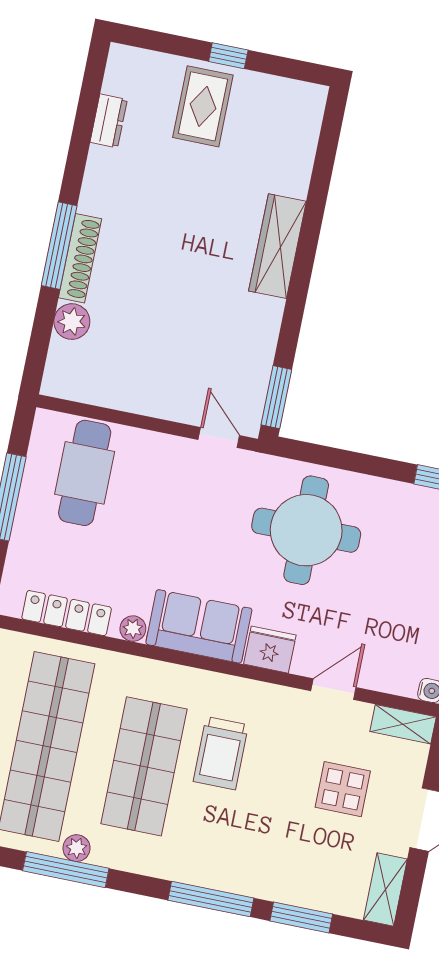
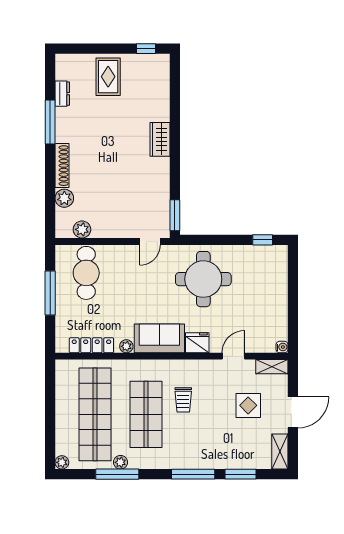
window: (228, 56) -> (146, 49), moved
window: (59, 246) -> (50, 122), moved
wardrobe: (278, 246) -> (160, 139), width x0.67
plant: (93, 388) -> (82, 229), added
door: (219, 438) -> (150, 241), swing flipped
trolley: (221, 753) -> (183, 400), width x0.73, depth x0.72

